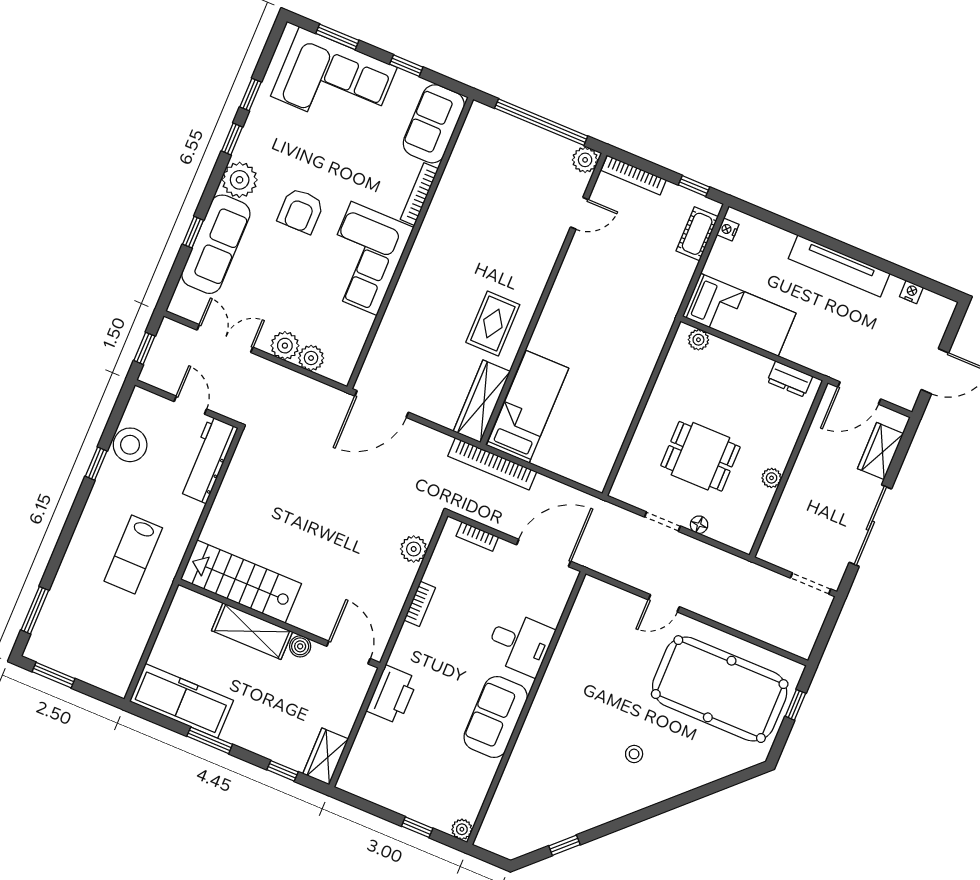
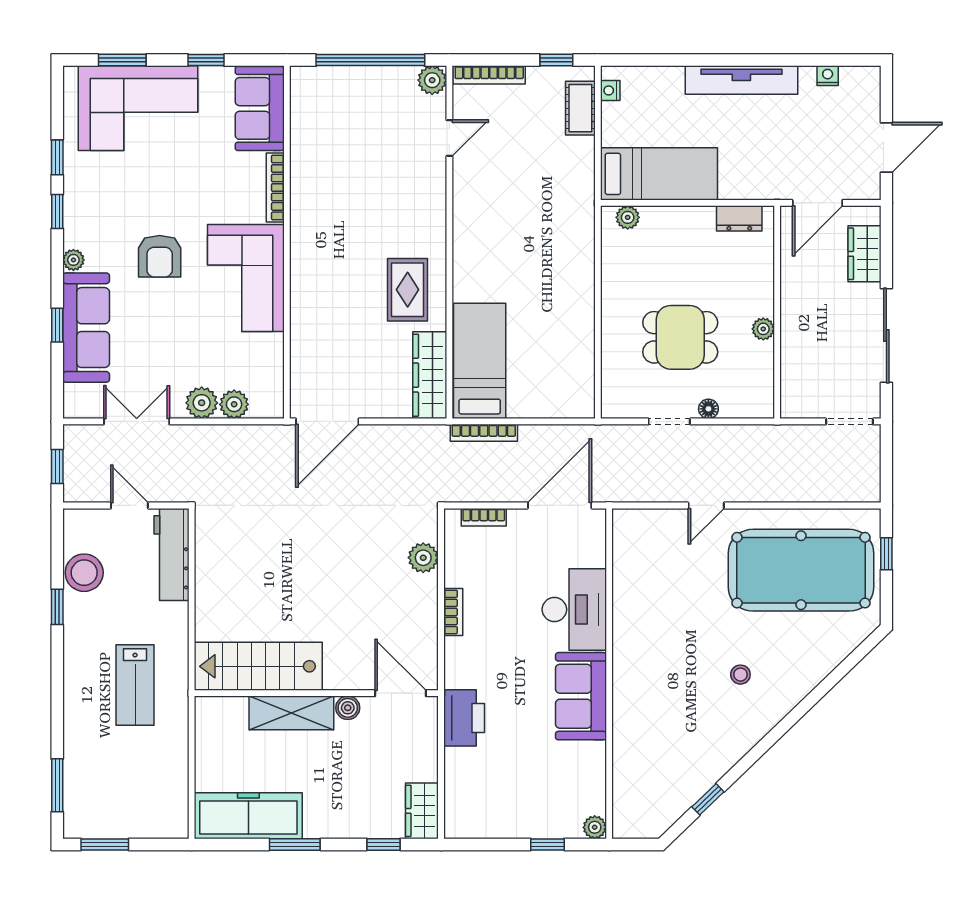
plant: (240, 180) -> (73, 260), width x0.53, depth x0.53
bookcase: (492, 464) -> (484, 433), width x0.68, depth x0.76
desk: (520, 643) -> (574, 609), width x1.37

